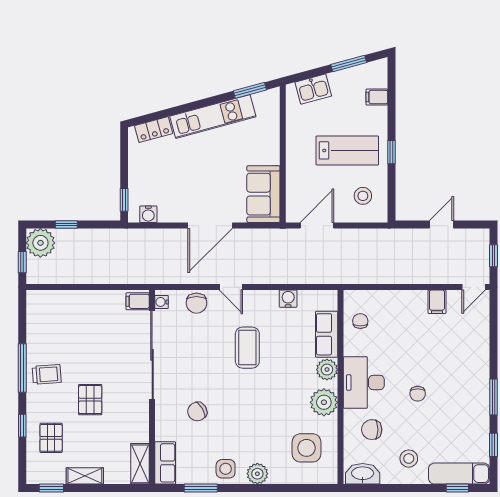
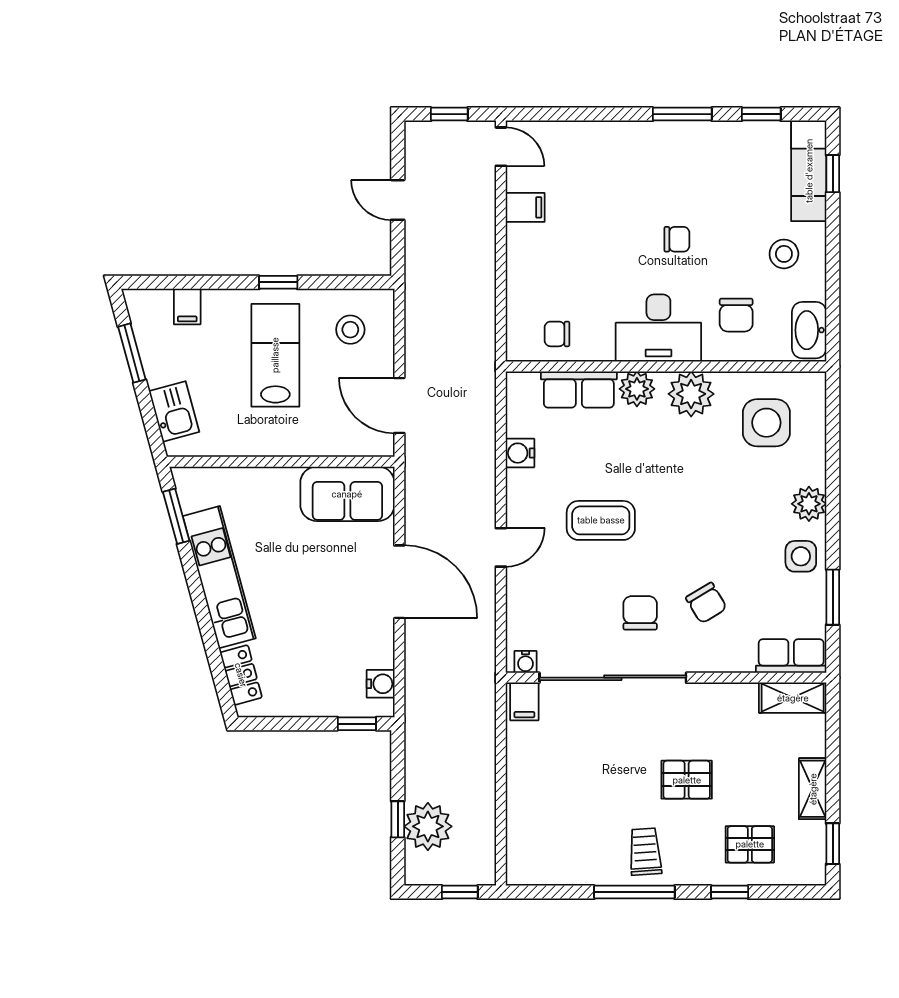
plant: (40, 243) -> (428, 826), moved
chair: (197, 303) -> (640, 613), moved, turned -90

